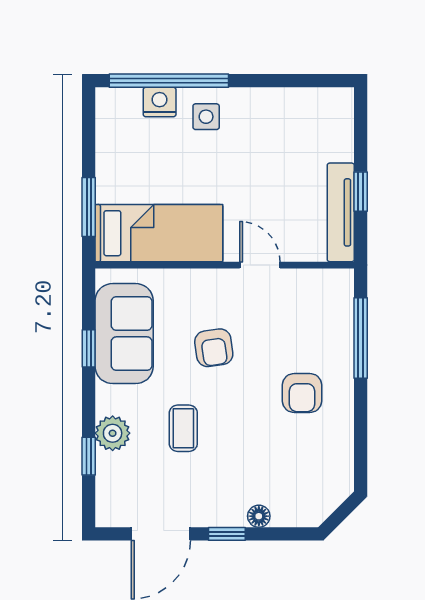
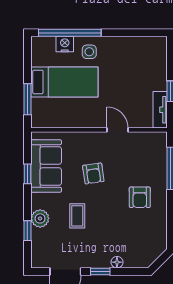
tv unit: (341, 212) -> (160, 110), width x0.71
bed: (159, 233) -> (64, 82), moved

